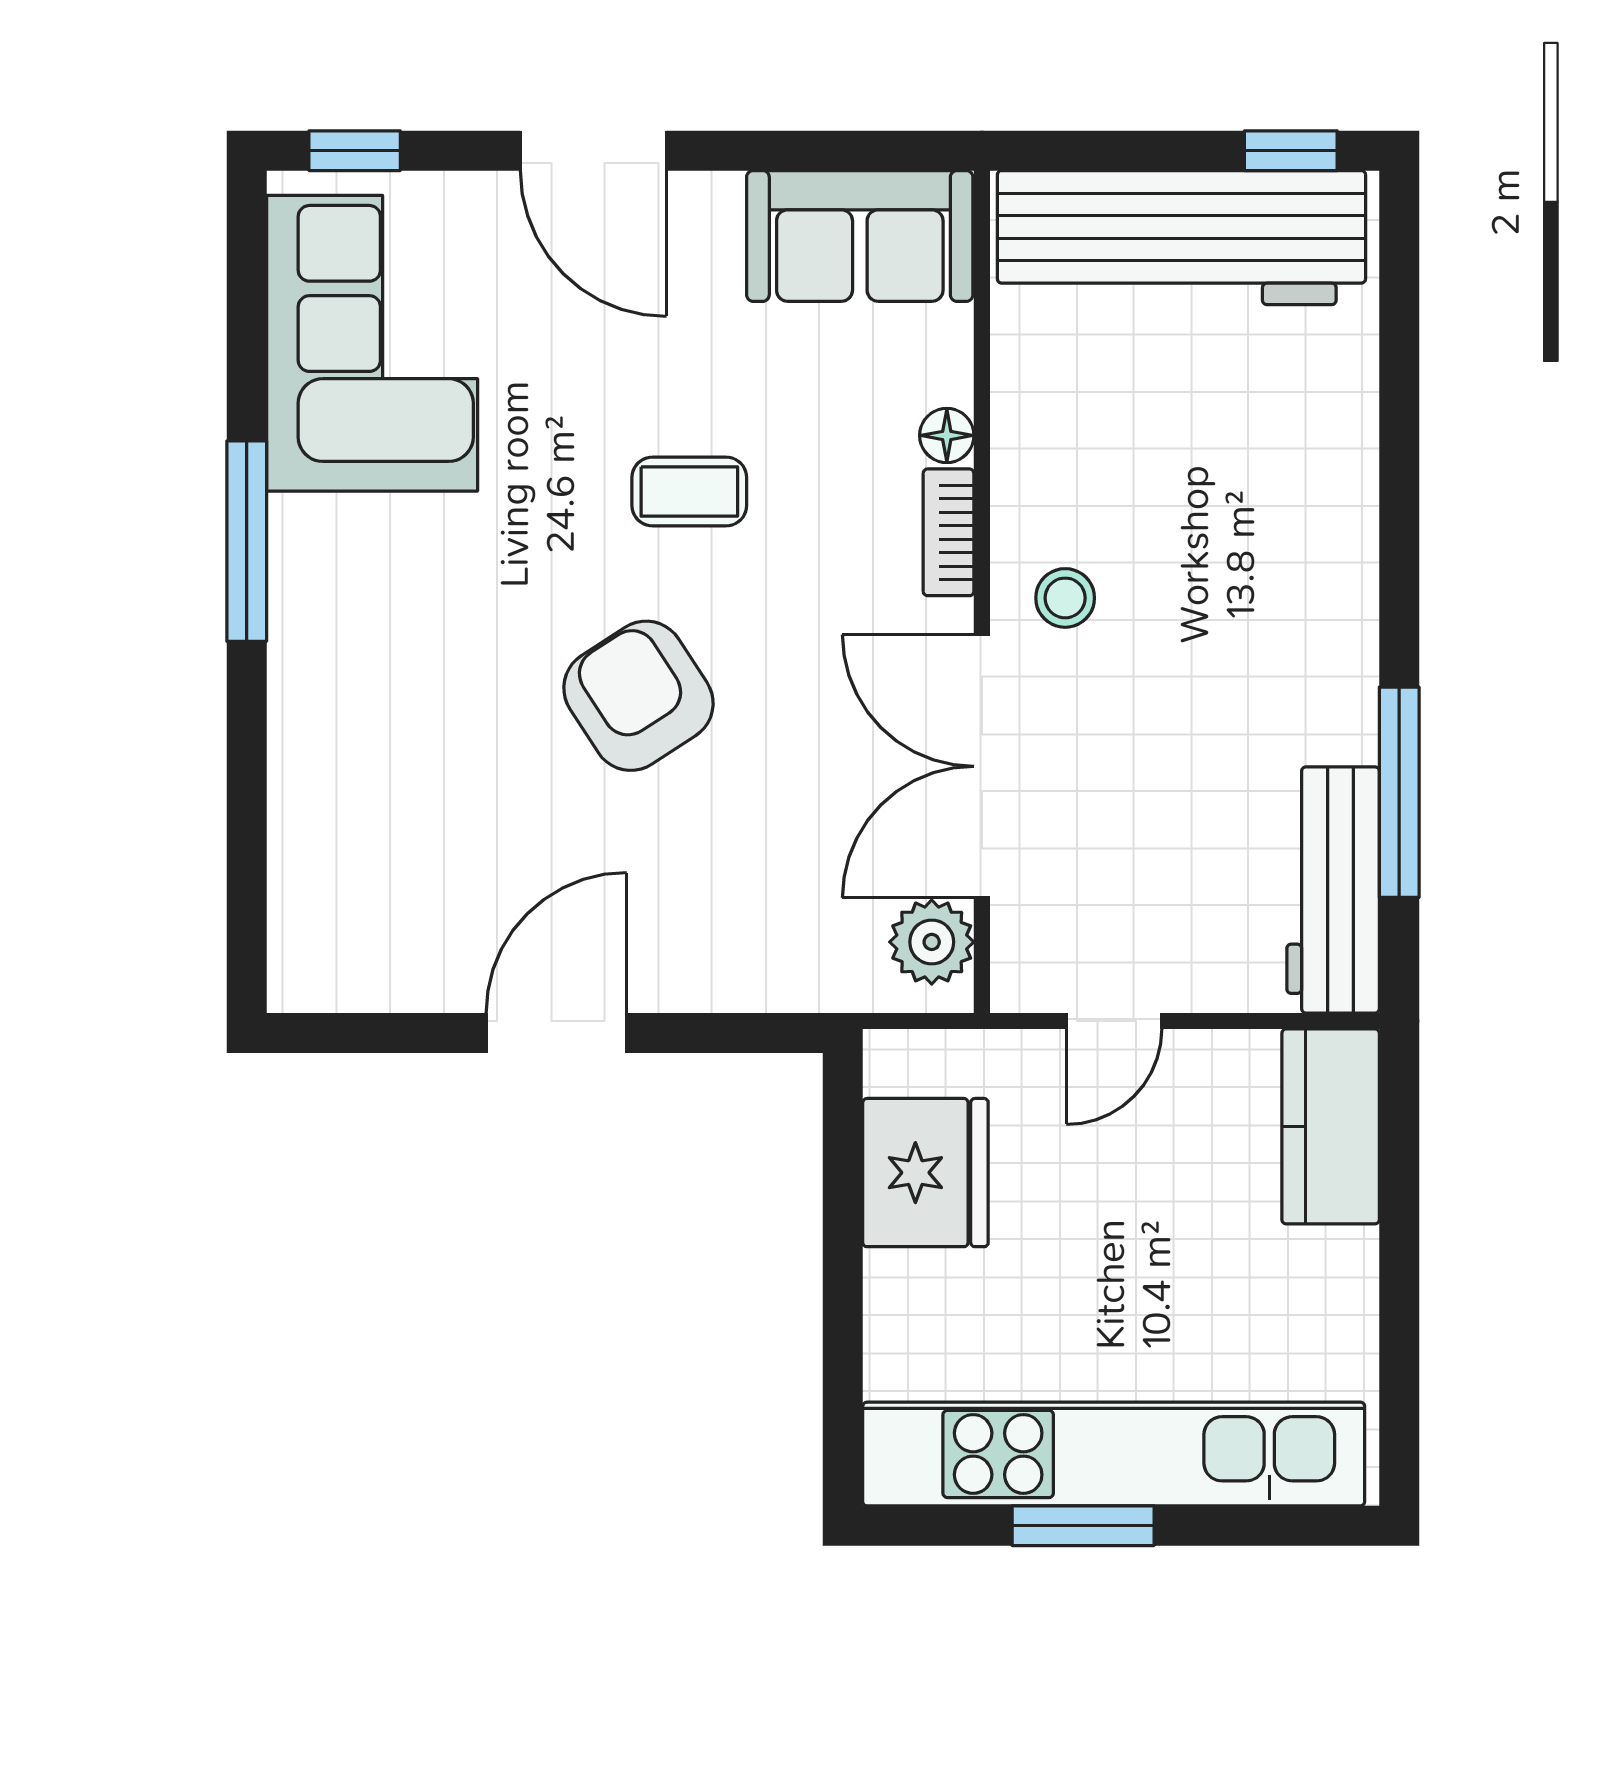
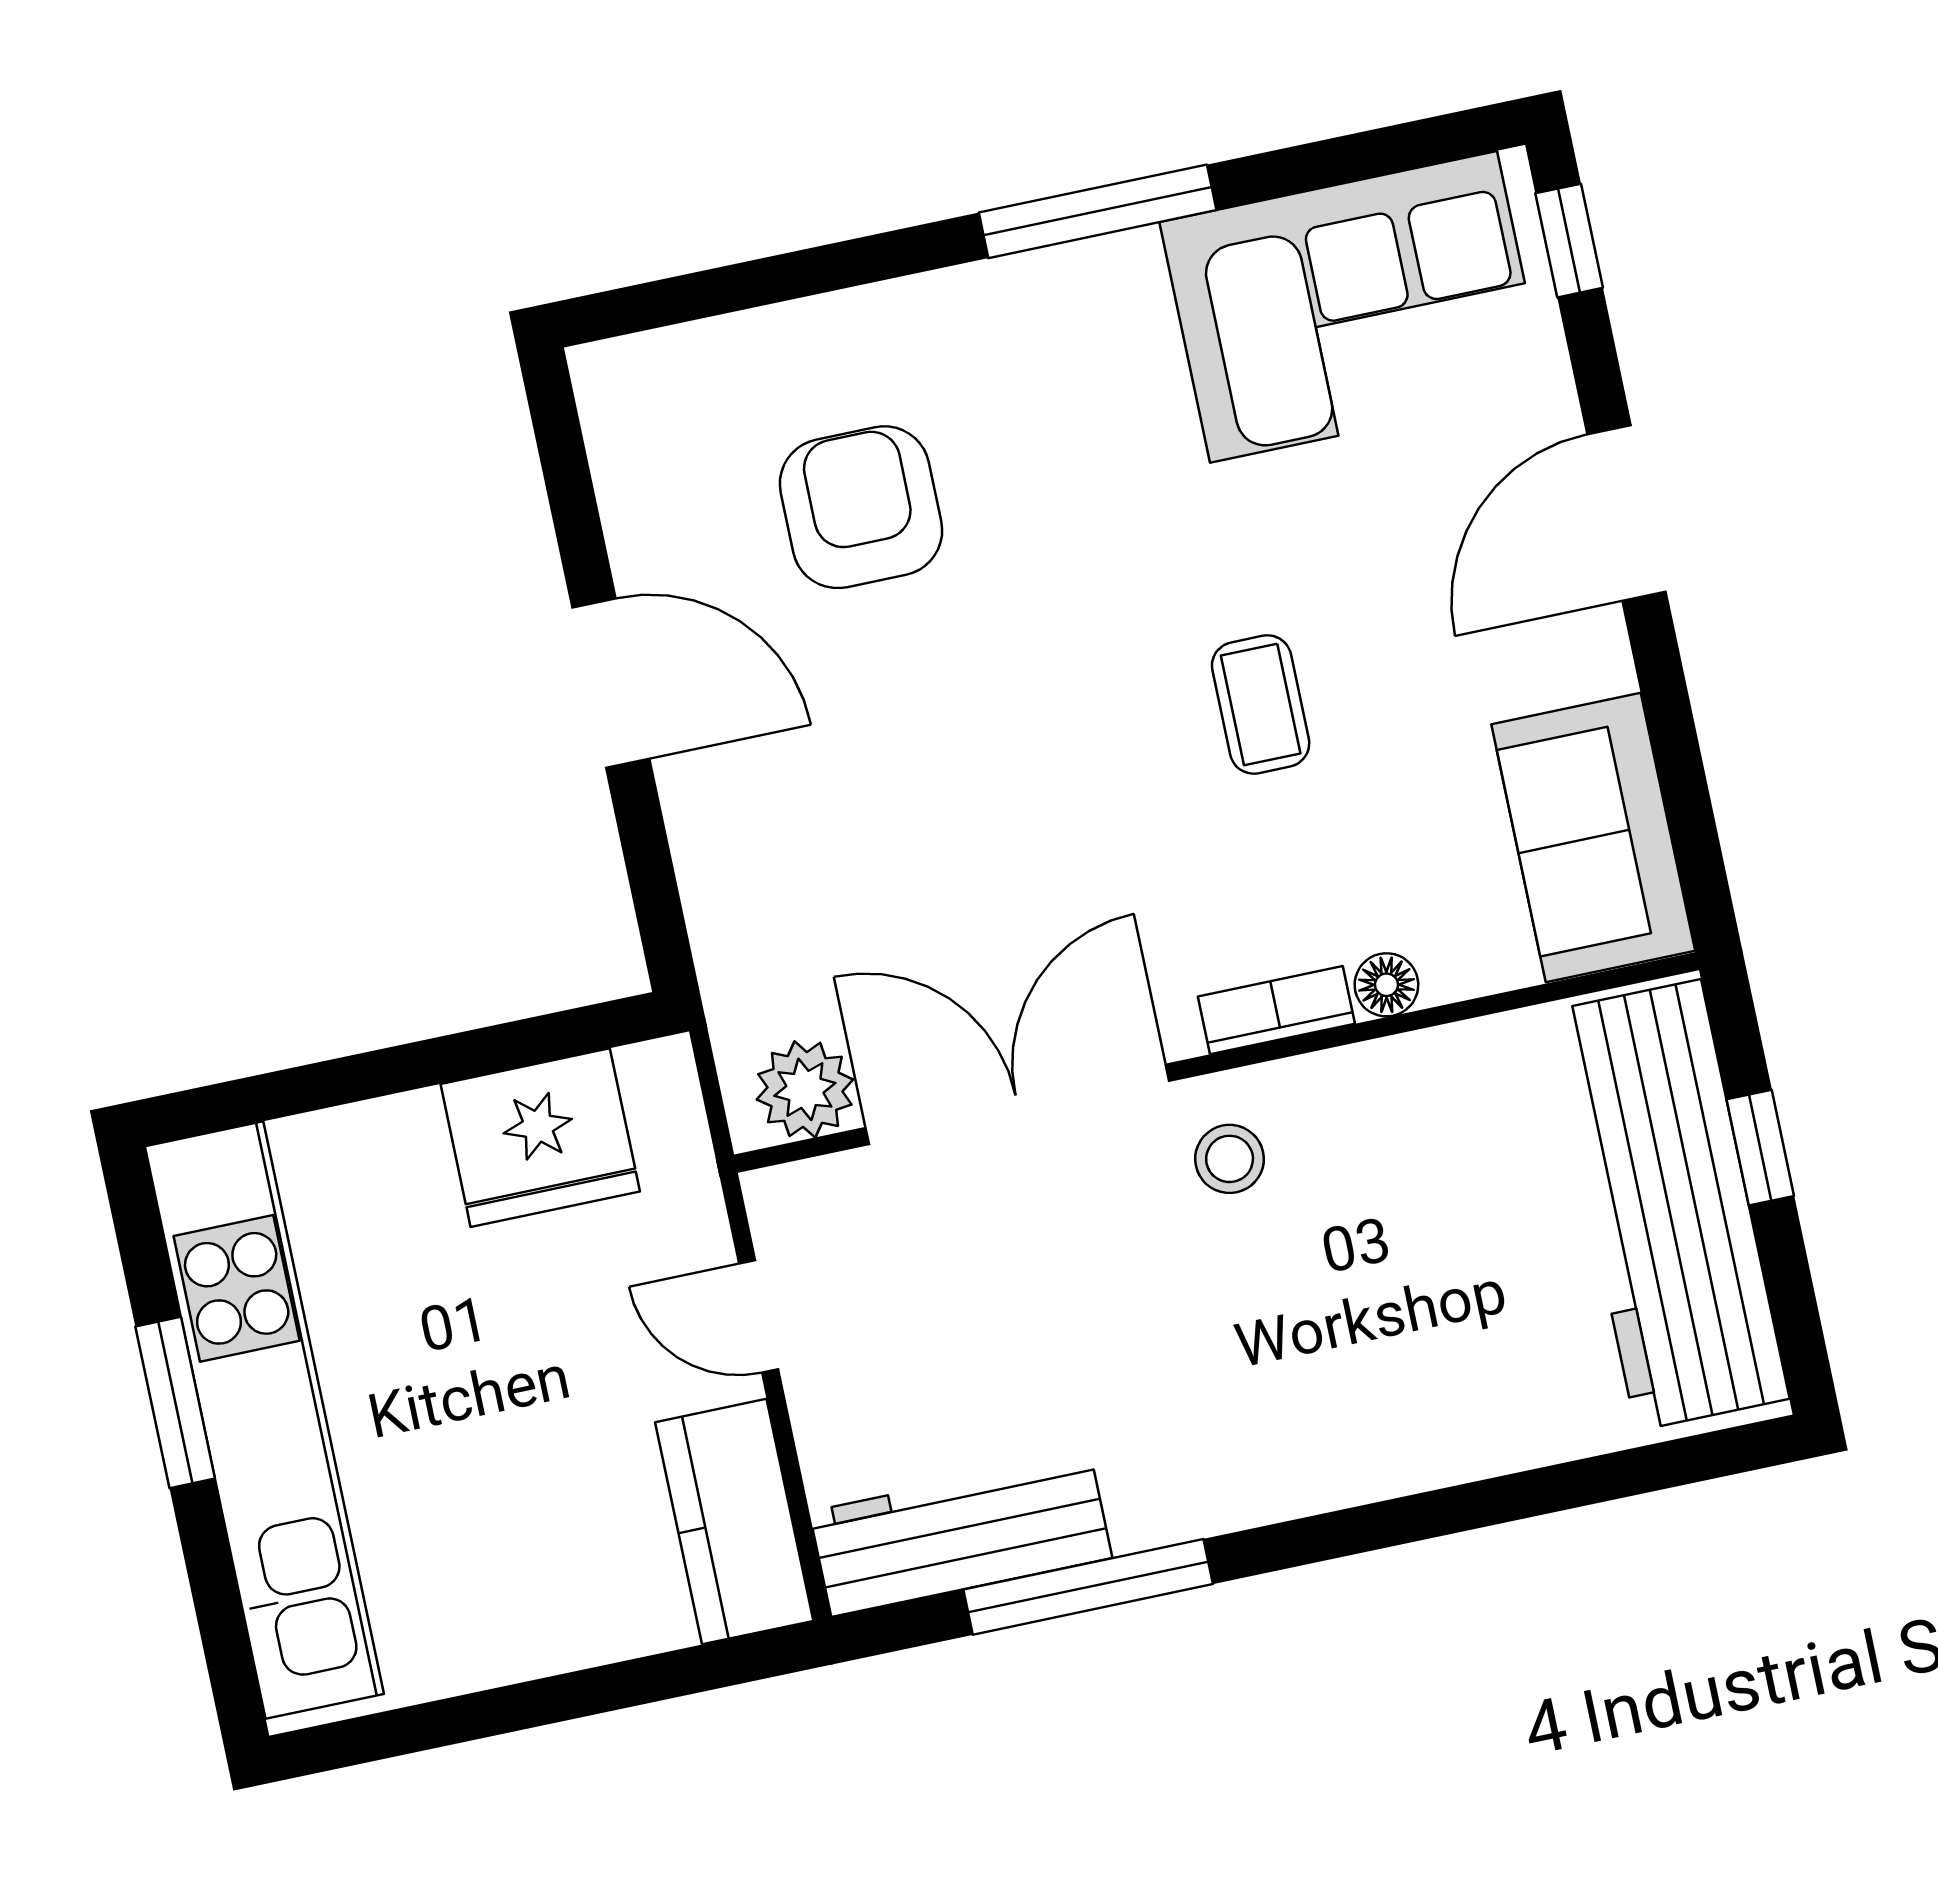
window: (1291, 151) -> (1760, 1148), moved
armchair: (638, 696) -> (861, 507), moved, turned -57
kitchen counter: (1331, 1126) -> (734, 1522), moved, turned -90

